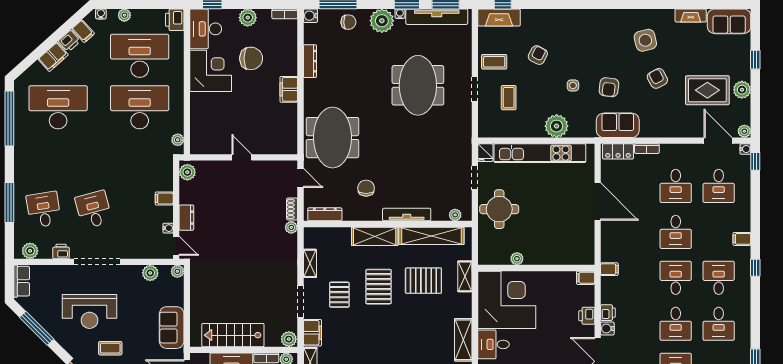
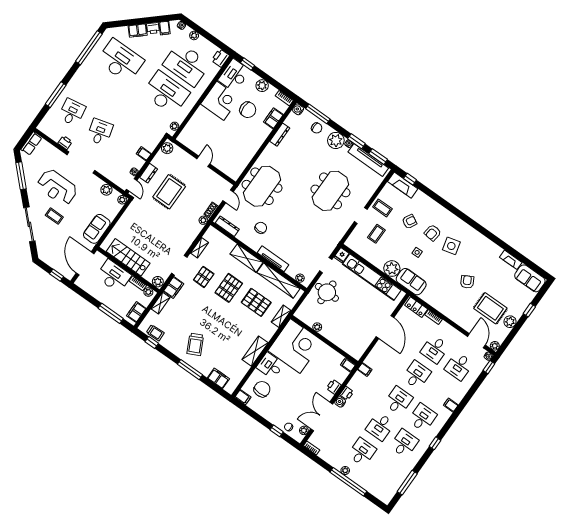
side table: (645, 40) -> (451, 246), moved
desk: (140, 56) -> (187, 64), turned 180
armchair: (609, 87) -> (433, 233), moved
filing cabinet: (289, 89) -> (273, 118), moved
sofa: (618, 125) -> (411, 282), moved
rug: (226, 222) -> (169, 192), added
desk: (676, 232) -> (417, 375), turned 180
plant: (30, 251) -> (48, 130), removed
window: (755, 268) -> (435, 443), moved
desk: (719, 324) -> (404, 443), turned 180

